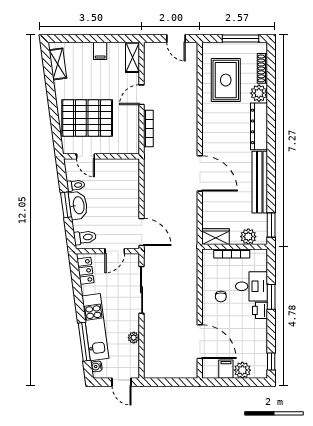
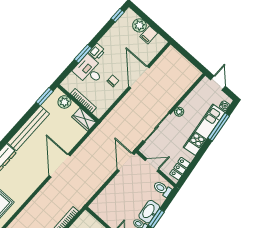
plant: (134, 338) -> (179, 112), moved
door: (200, 342) -> (139, 77), moved

